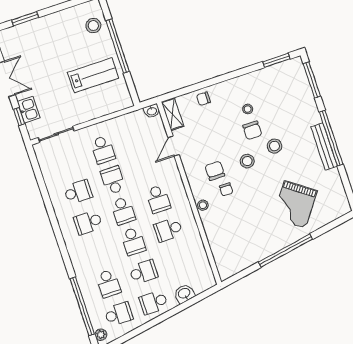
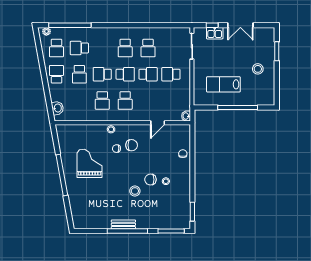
stool: (93, 26) -> (258, 69), moved
lab bench: (93, 75) -> (223, 84), turned 90
shelving: (172, 114) -> (179, 129), removed
door: (174, 146) -> (158, 123), swing flipped
bench: (324, 147) -> (123, 224), width x0.73
stool: (247, 161) -> (131, 169), removed
school desk: (158, 199) -> (125, 100), turned -90
grand piano: (295, 204) -> (89, 163), moved, turned 54
school desk: (123, 211) -> (125, 74), turned 180
school desk: (88, 222) -> (125, 48), turned 180
school desk: (168, 230) -> (102, 100), turned 180
washbasin: (184, 294) -> (58, 108), moved

